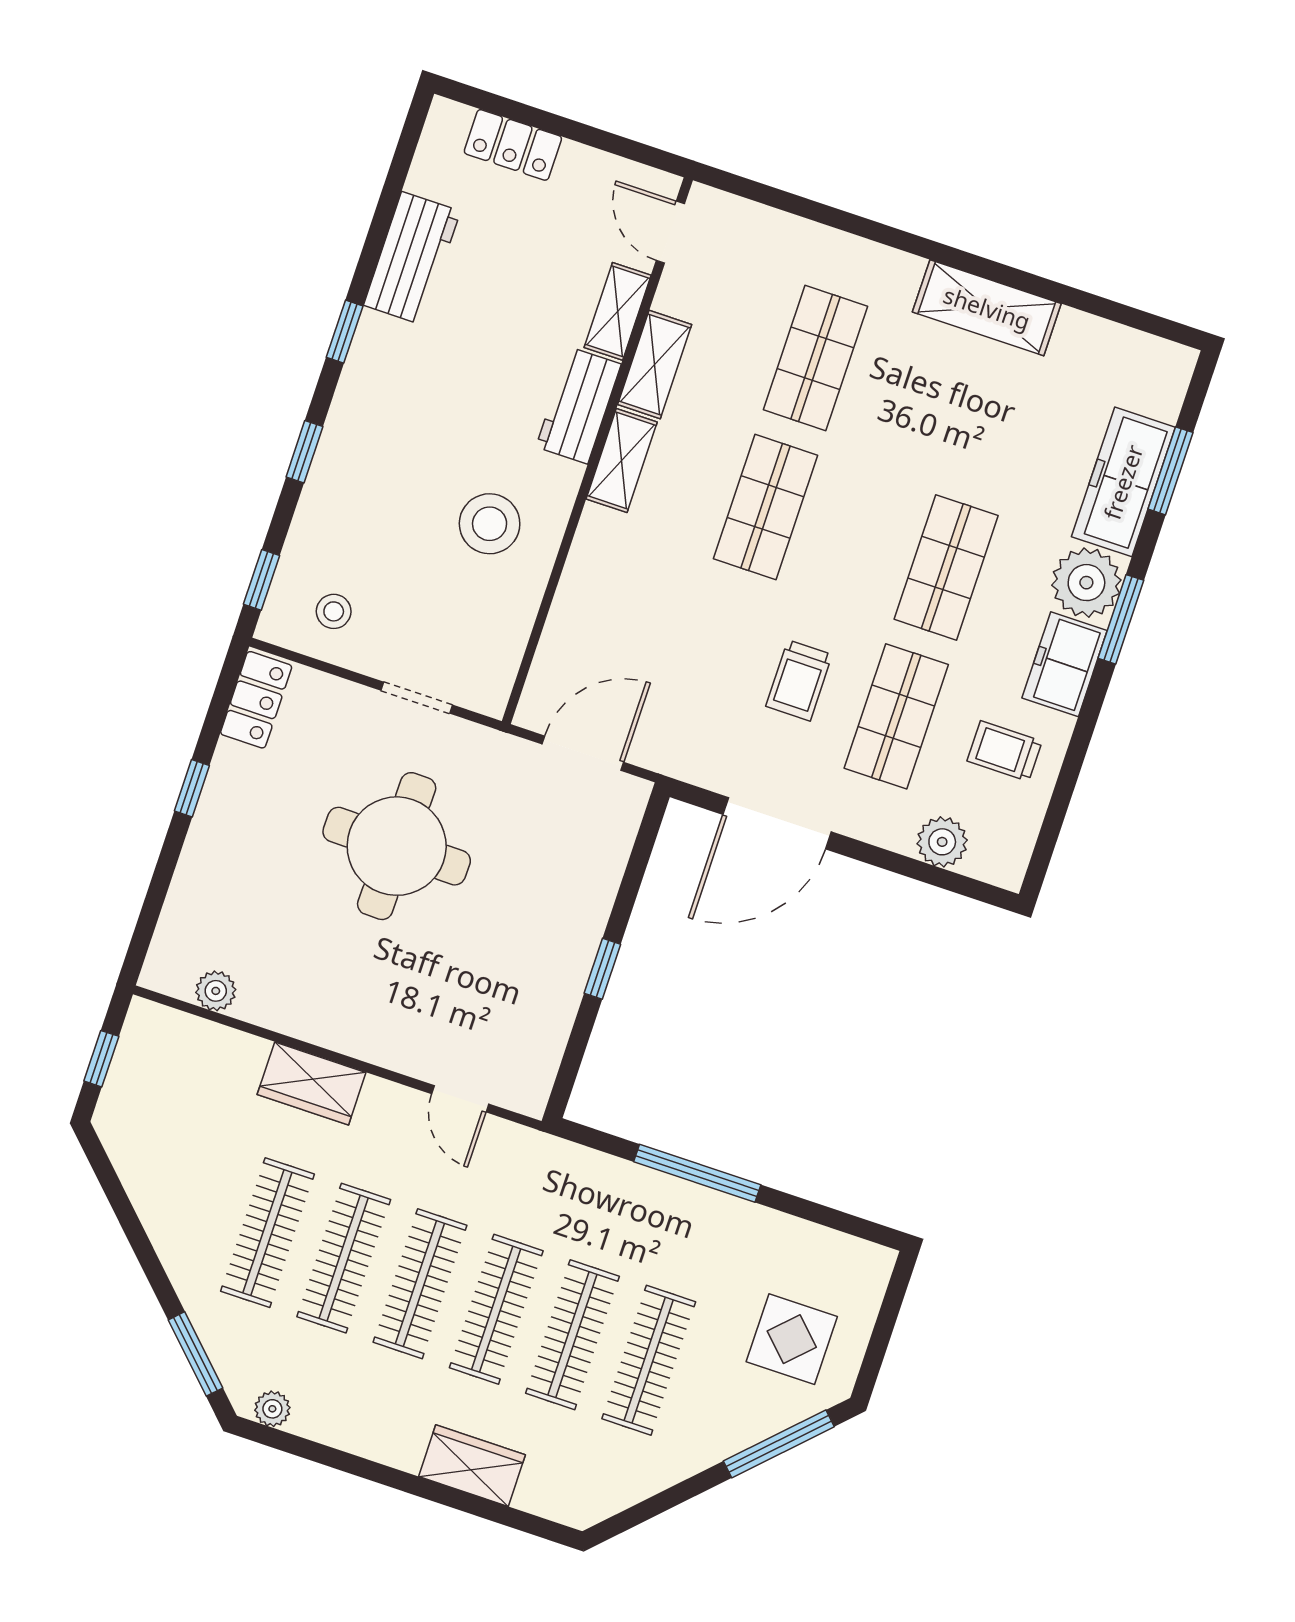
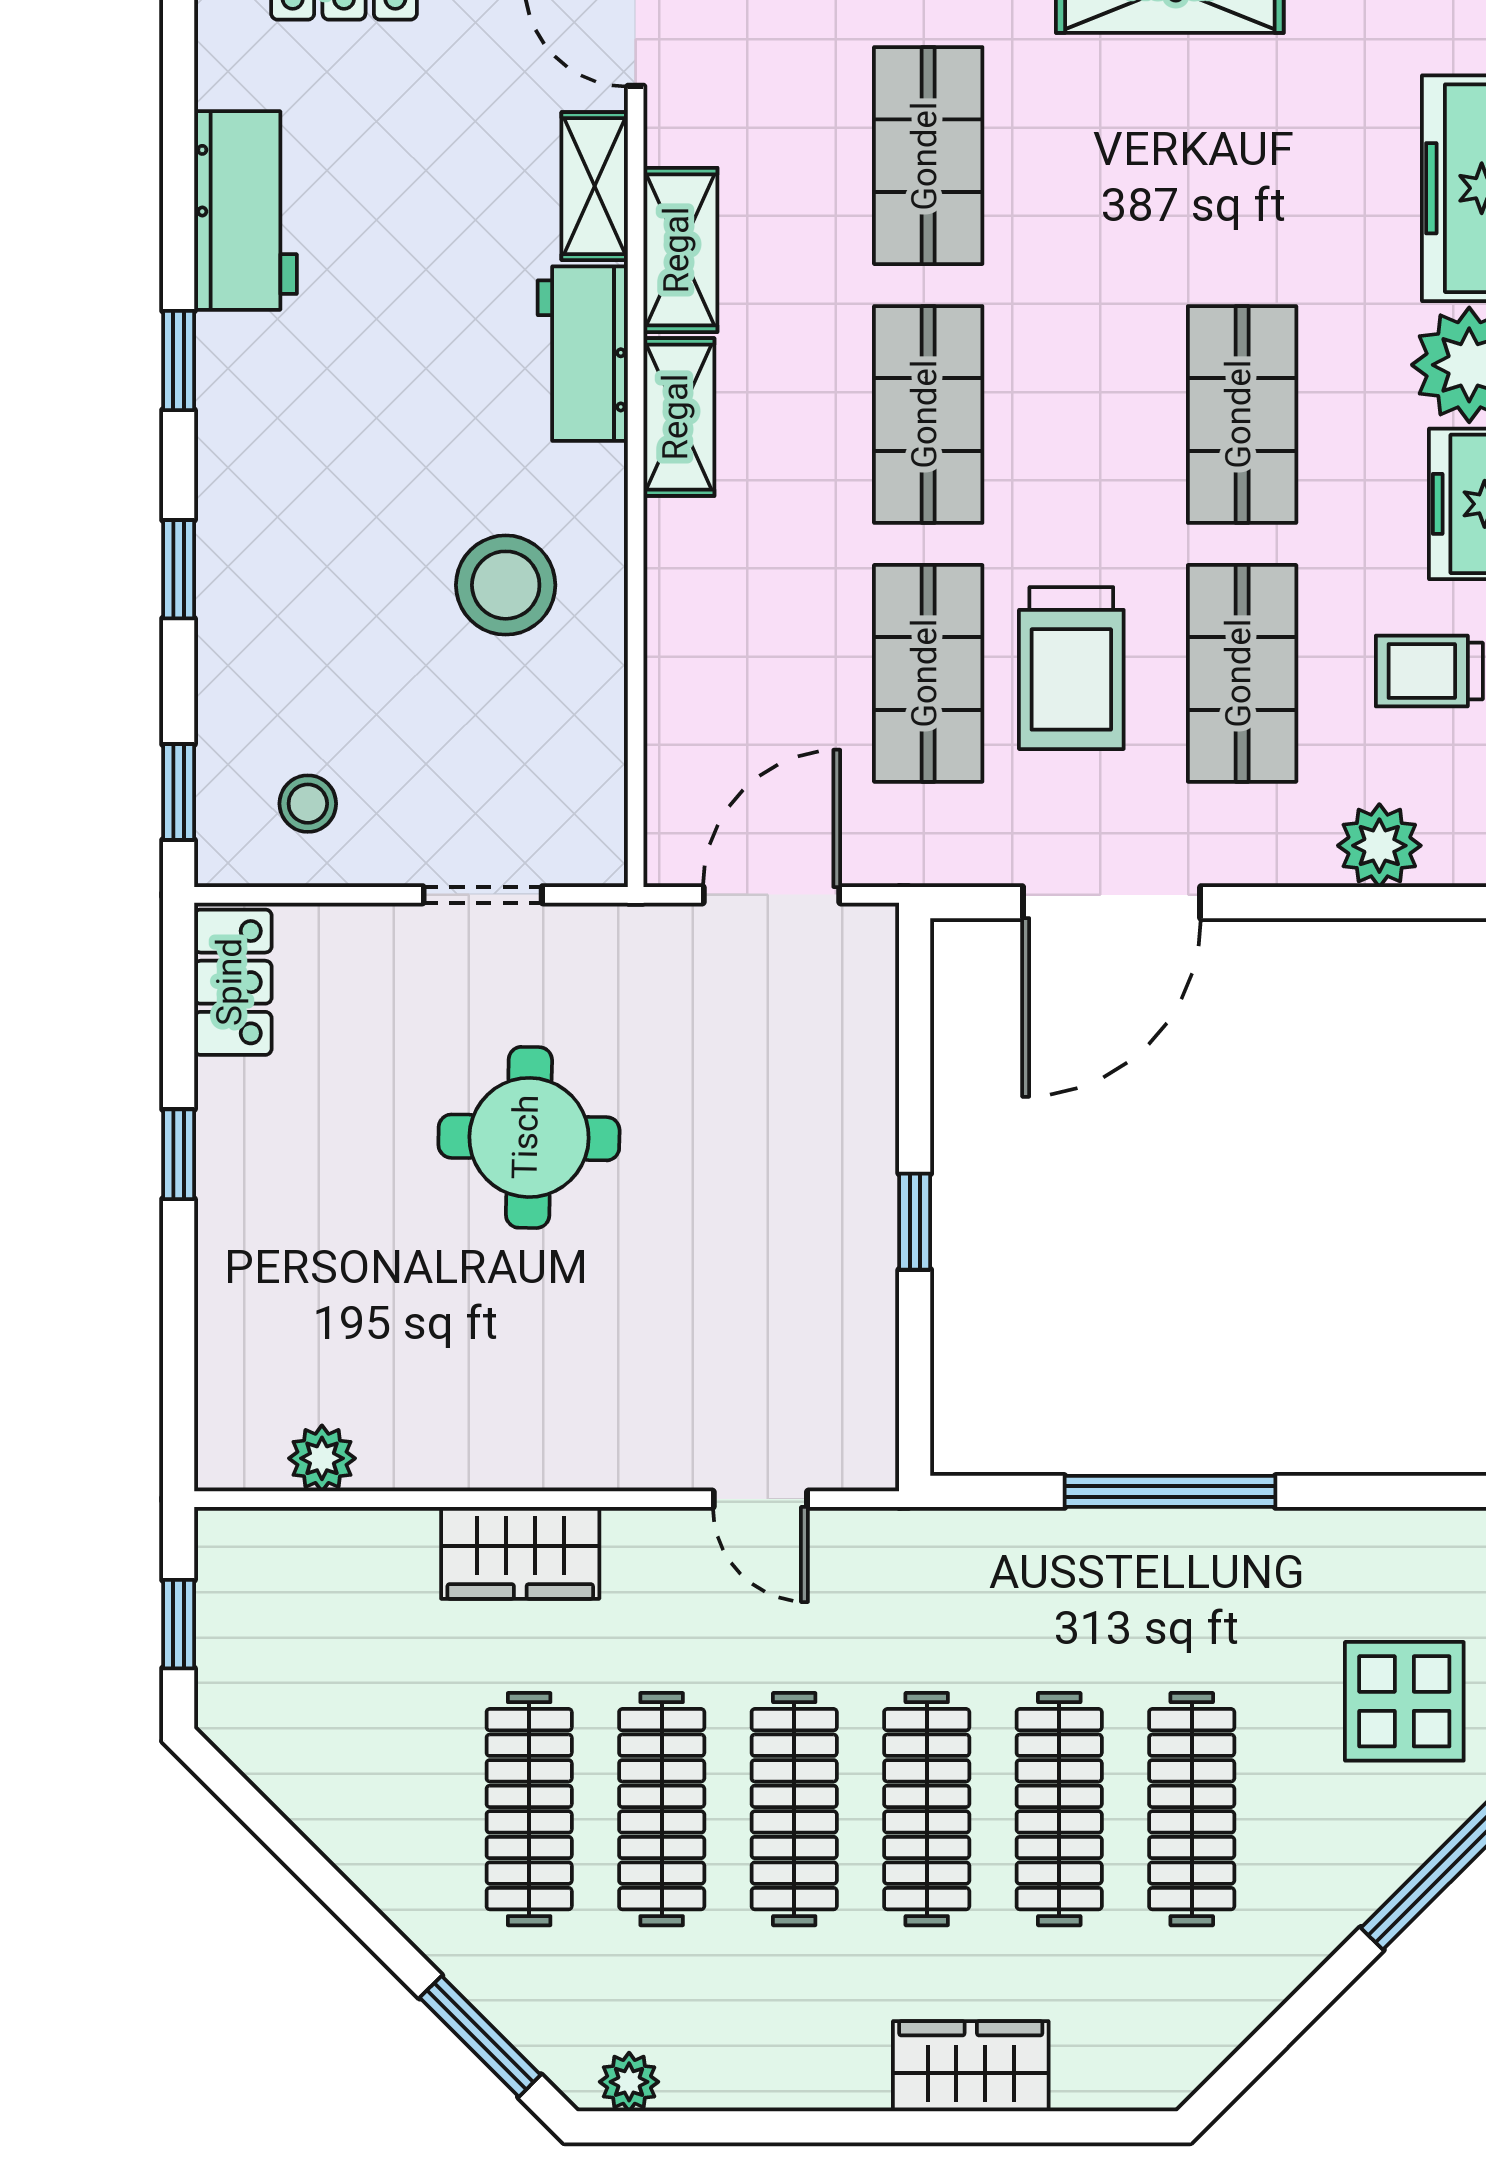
shop shelf: (716, 656) -> (928, 673), added
trolley: (799, 680) -> (1071, 668), width x1.36, depth x1.39
round table: (397, 846) -> (529, 1137), width x0.73, depth x0.73

